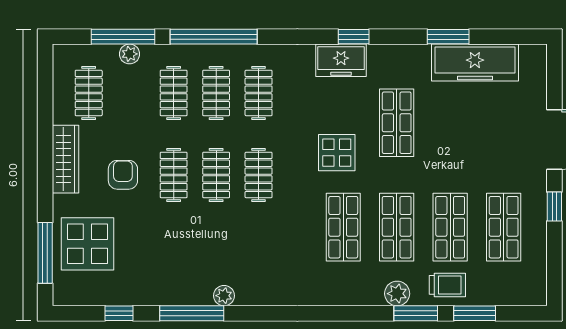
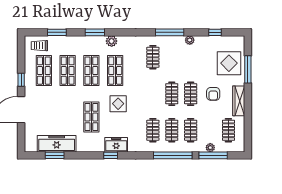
window: (448, 37) -> (55, 155), moved
clothes rail: (259, 175) -> (153, 57), moved
window: (45, 253) -> (248, 69), moved
trolley: (447, 285) -> (39, 46), moved
plant: (397, 294) -> (112, 41), moved
plant: (224, 296) -> (190, 40), moved
window: (192, 313) -> (170, 32), moved
window: (416, 313) -> (95, 32), moved

